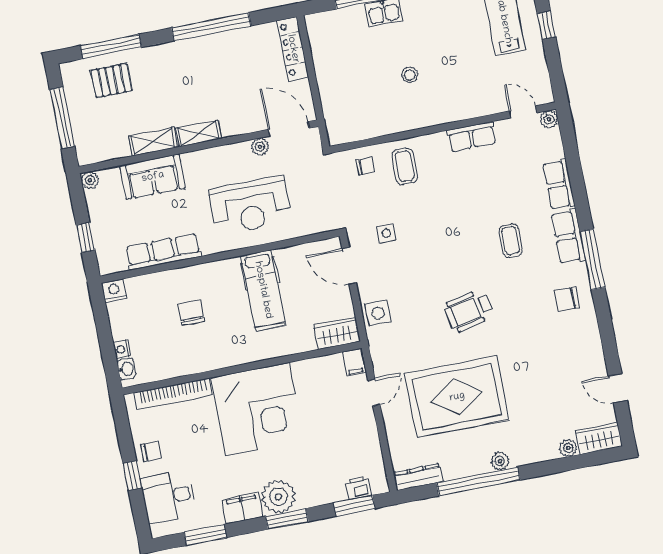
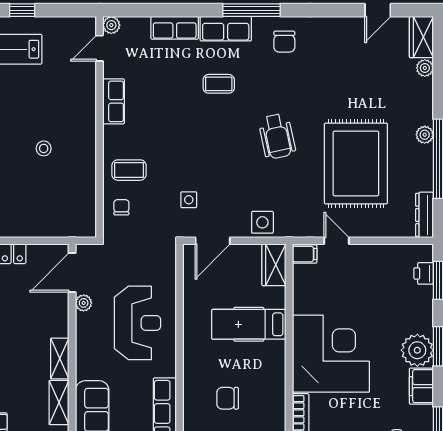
hospital bed: (263, 290) -> (249, 324), moved, turned 180

